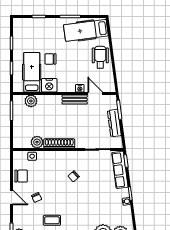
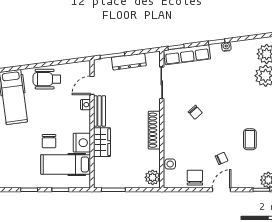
plant: (31, 101) -> (101, 165), removed
wardrobe: (50, 102) -> (102, 142), added
plant: (37, 142) -> (153, 177), moved

